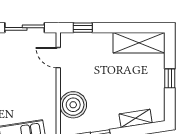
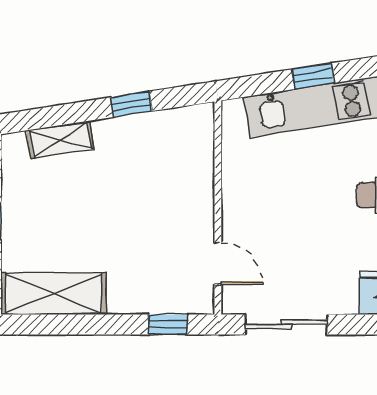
boiler: (73, 105) -> (188, 167), removed

